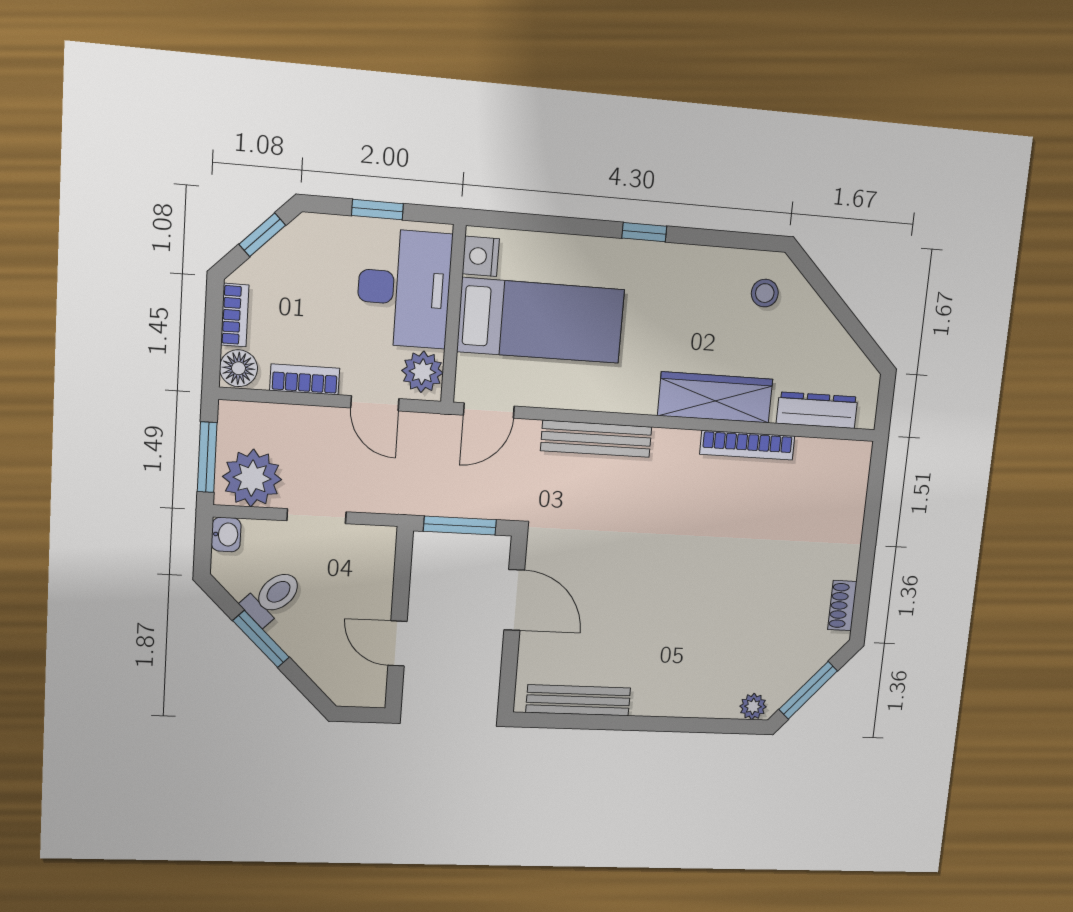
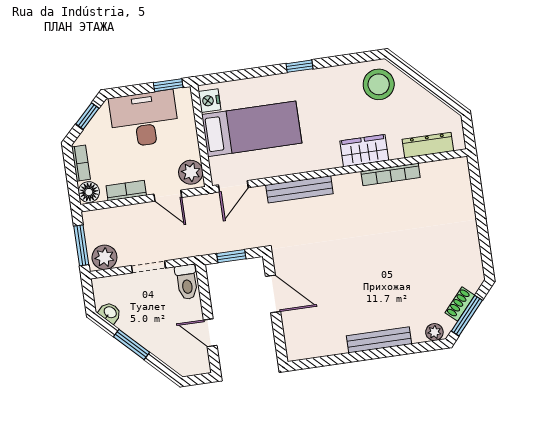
window: (377, 210) -> (168, 85), moved
desk: (404, 288) -> (144, 119), moved, turned -90
stool: (765, 293) -> (379, 84), width x1.89, depth x1.89
wardrobe: (715, 397) -> (364, 151), width x0.67
plant: (252, 478) -> (104, 257), width x0.73, depth x0.73
window: (460, 526) -> (231, 256), width x0.67
washbasin: (226, 534) -> (110, 313), moved, turned -45
toilet: (272, 597) -> (187, 282), moved, turned 135
shoe rack: (842, 606) -> (460, 304), moved, turned 41
bench: (578, 700) -> (379, 340), moved

